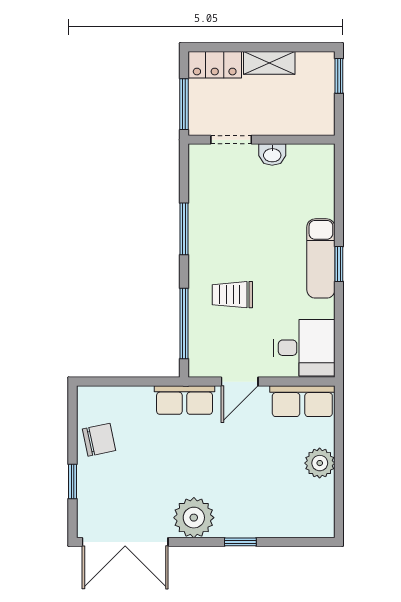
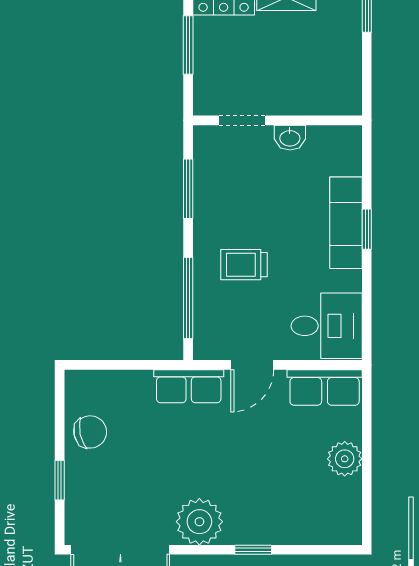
doorway: (231, 140) -> (242, 120), moved
wall: (261, 140) -> (277, 120), moved
washbasin: (272, 155) -> (290, 138), moved

